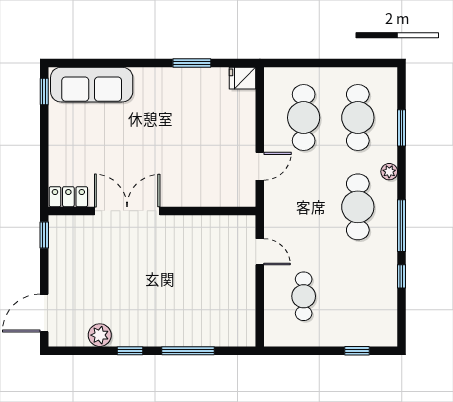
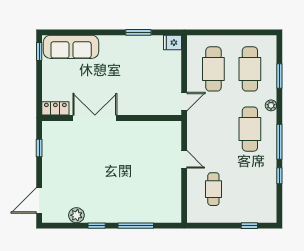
locker: (68, 197) -> (55, 108), moved
double door: (127, 211) -> (95, 118), moved
wall: (152, 211) -> (112, 118), moved

